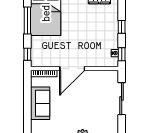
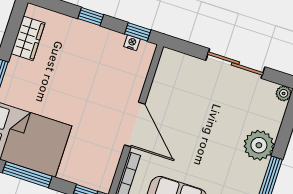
sliding door: (122, 99) -> (235, 64), moved

